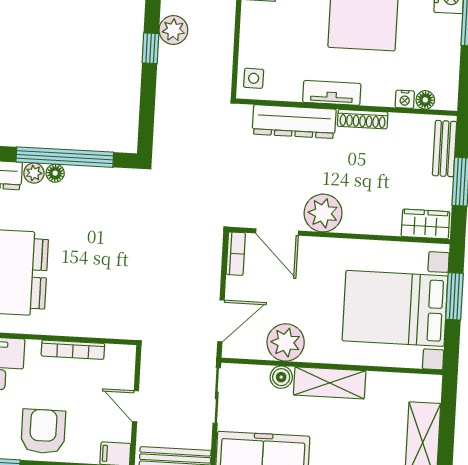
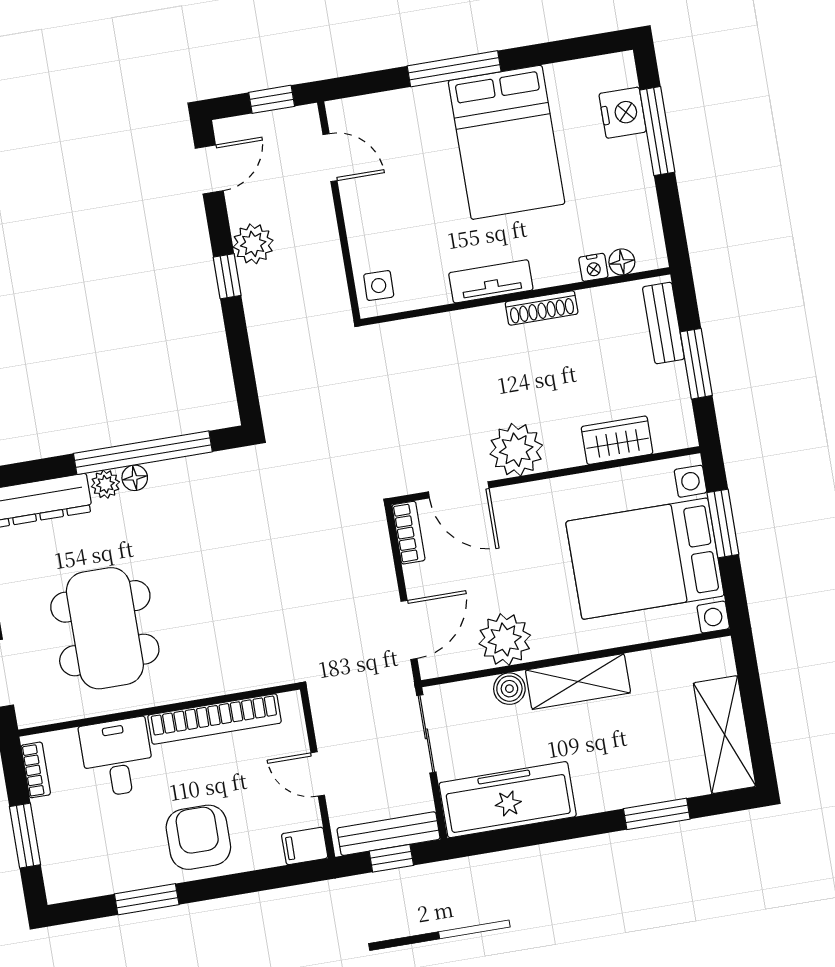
dresser: (294, 122) -> (448, 333), removed
wardrobe: (425, 224) -> (617, 440), moved
bookcase: (73, 350) -> (215, 719), width x1.48, depth x1.31

